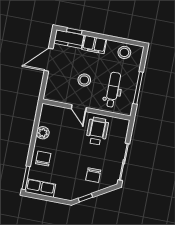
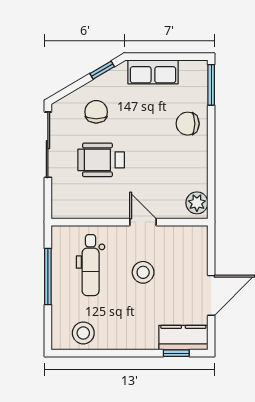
filing cabinet: (94, 44) -> (138, 337), removed
wheelchair: (97, 131) -> (101, 160), moved, turned 90
plant: (43, 133) -> (197, 203), moved
chair: (43, 159) -> (188, 124), turned 90
row of seats: (40, 188) -> (153, 72), moved

